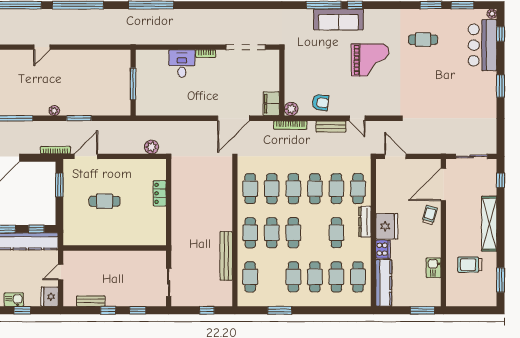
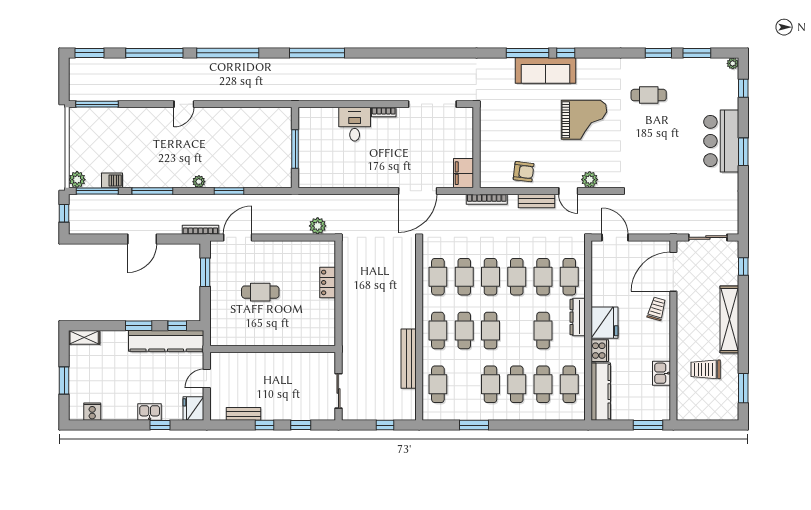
bar counter: (483, 45) -> (721, 141), moved
plant: (291, 109) -> (590, 180), moved

